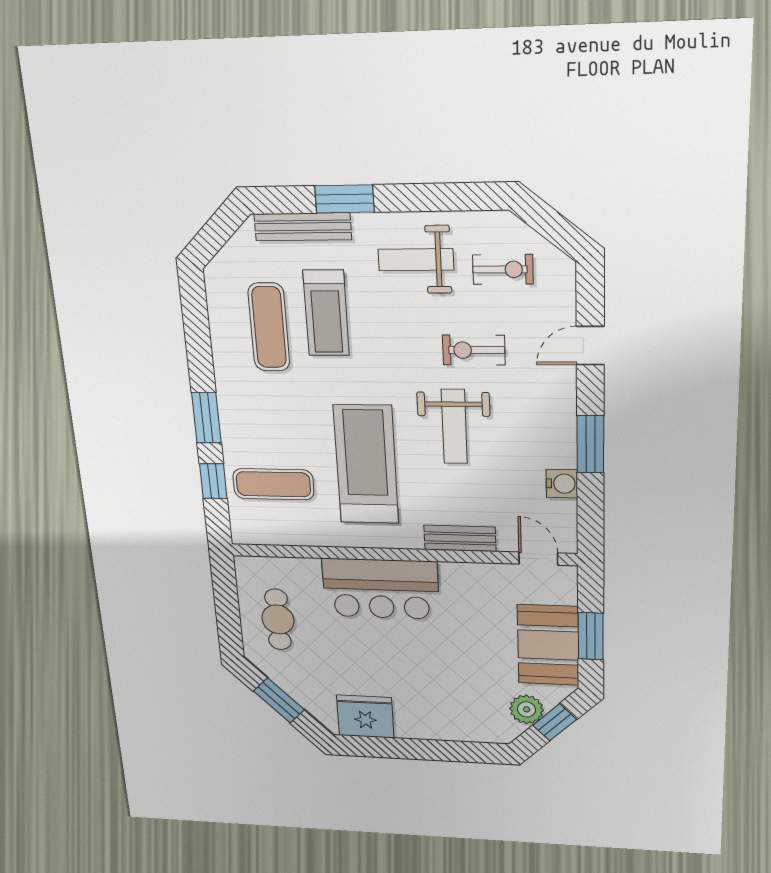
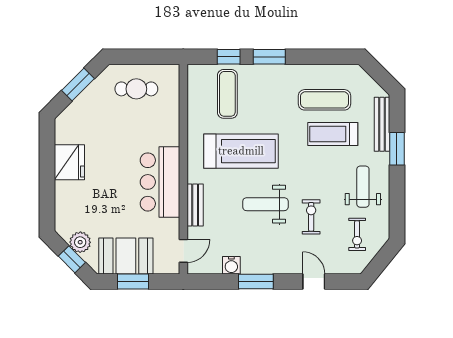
bar counter: (381, 589) -> (160, 182), moved
fridge: (365, 716) -> (69, 162), moved

